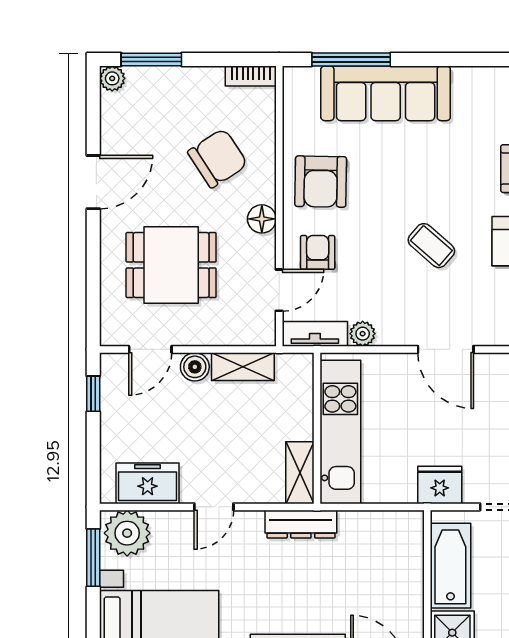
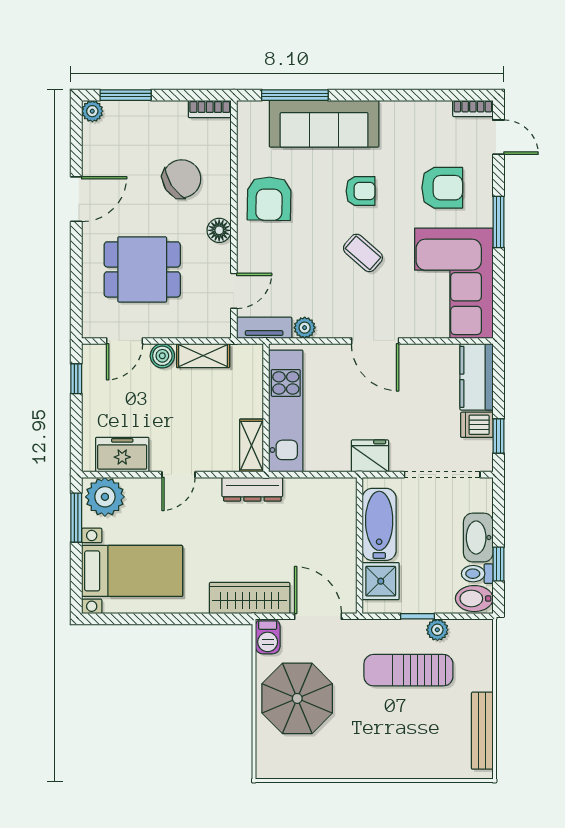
armchair: (318, 252) -> (361, 191), moved, turned 90

